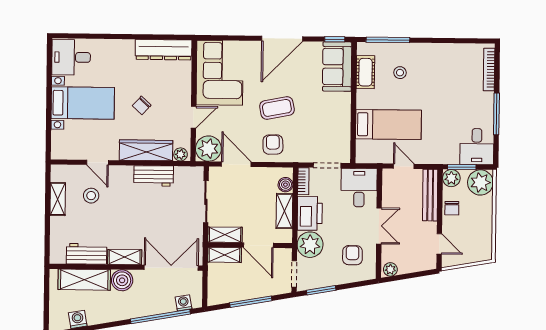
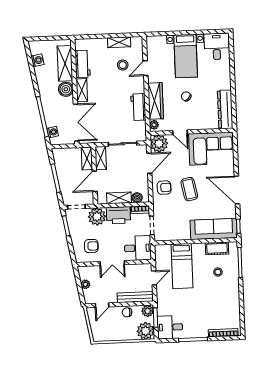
sofa: (337, 67) -> (214, 229), width x1.36
plant: (390, 269) -> (85, 284), moved

